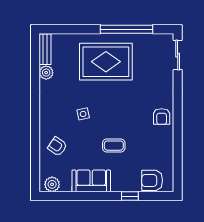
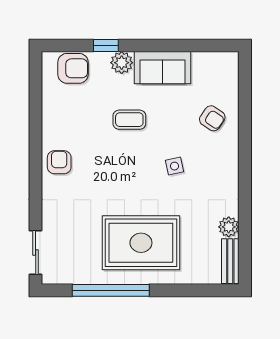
plant: (52, 184) -> (122, 63), moved

